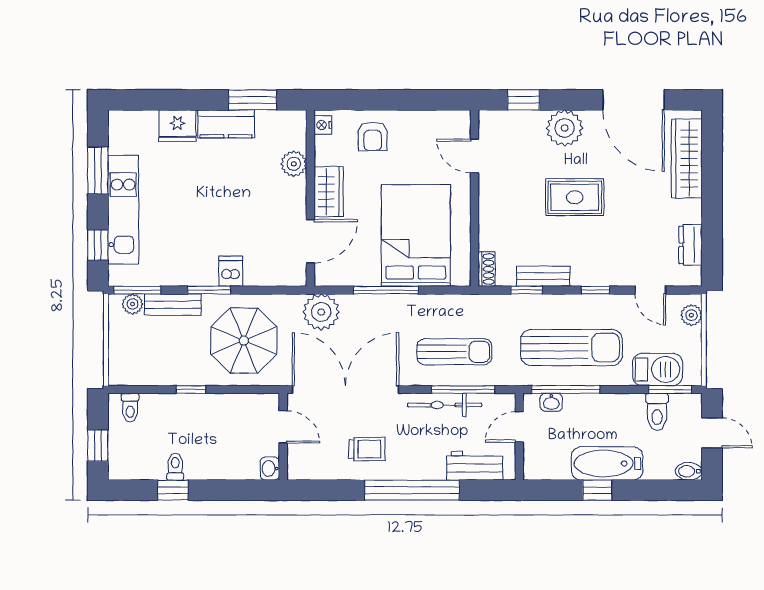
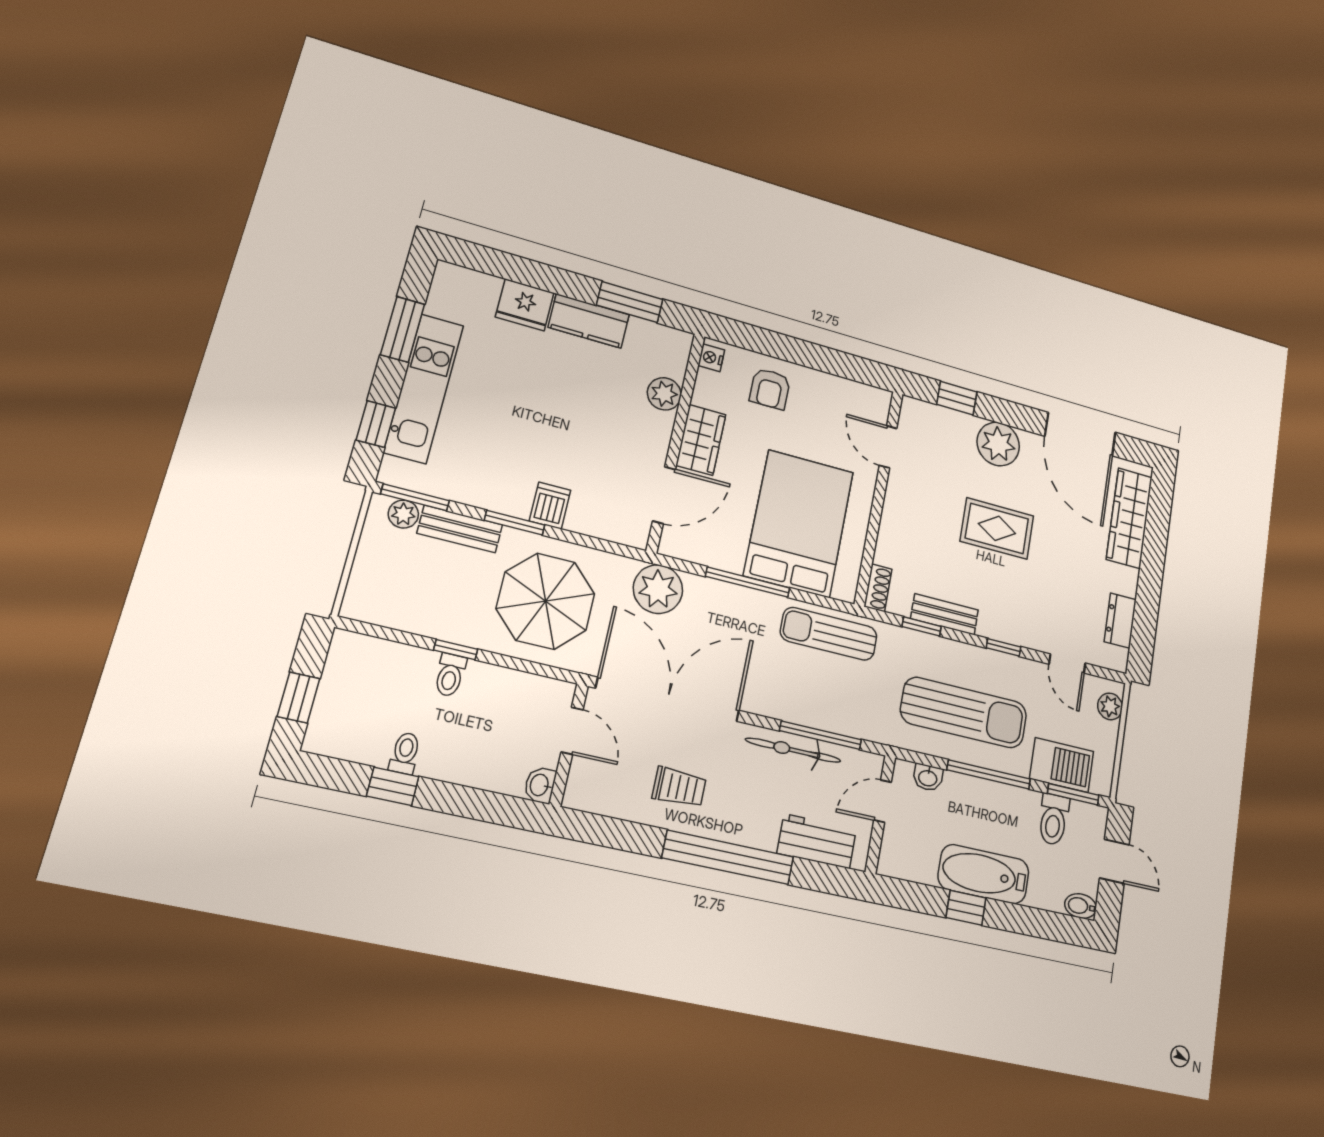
sun lounger: (454, 352) -> (829, 634), moved, turned 180
window: (566, 389) -> (989, 774), moved
toilet: (130, 408) -> (450, 675), moved

